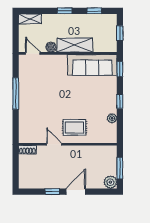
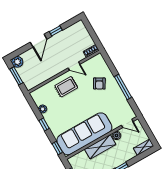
sofa: (92, 65) -> (84, 134), width x1.36, depth x1.27
armchair: (38, 111) -> (99, 83), added

